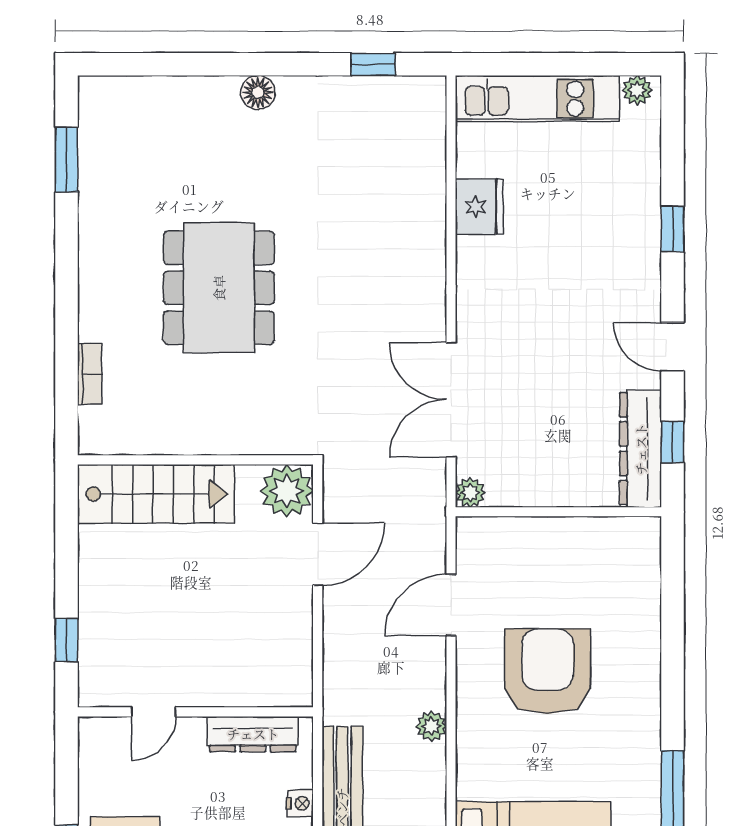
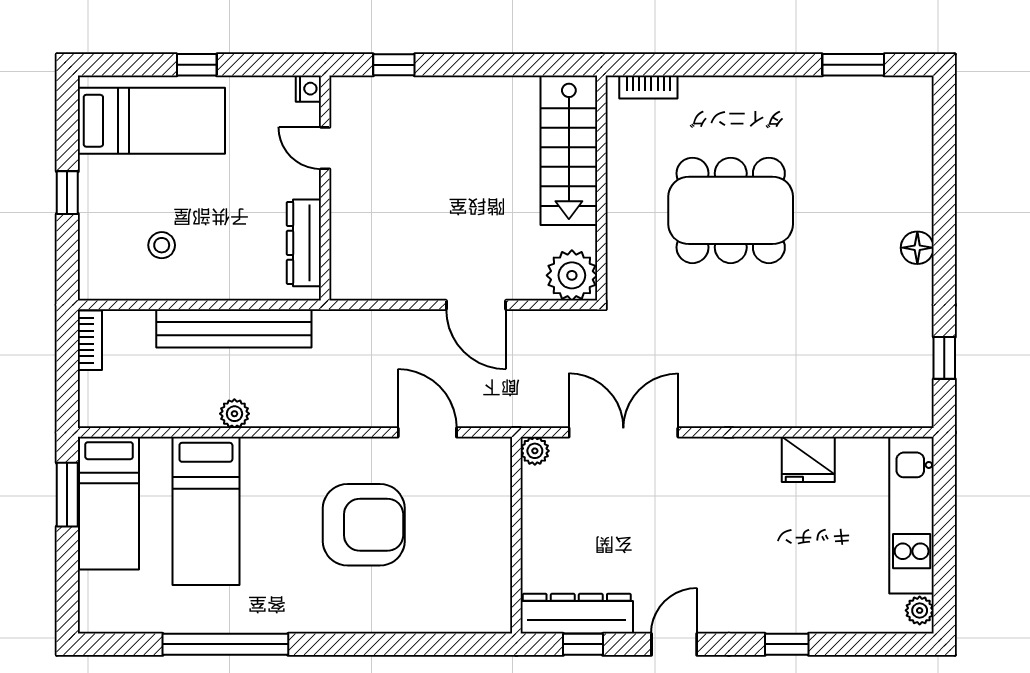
wall: (195, 460) -> (601, 188), moved
plant: (287, 491) -> (572, 275), moved
stairs: (156, 494) -> (569, 150), moved
plant: (431, 726) -> (234, 414), moved
nightstand: (300, 803) -> (308, 89), moved, turned -90

